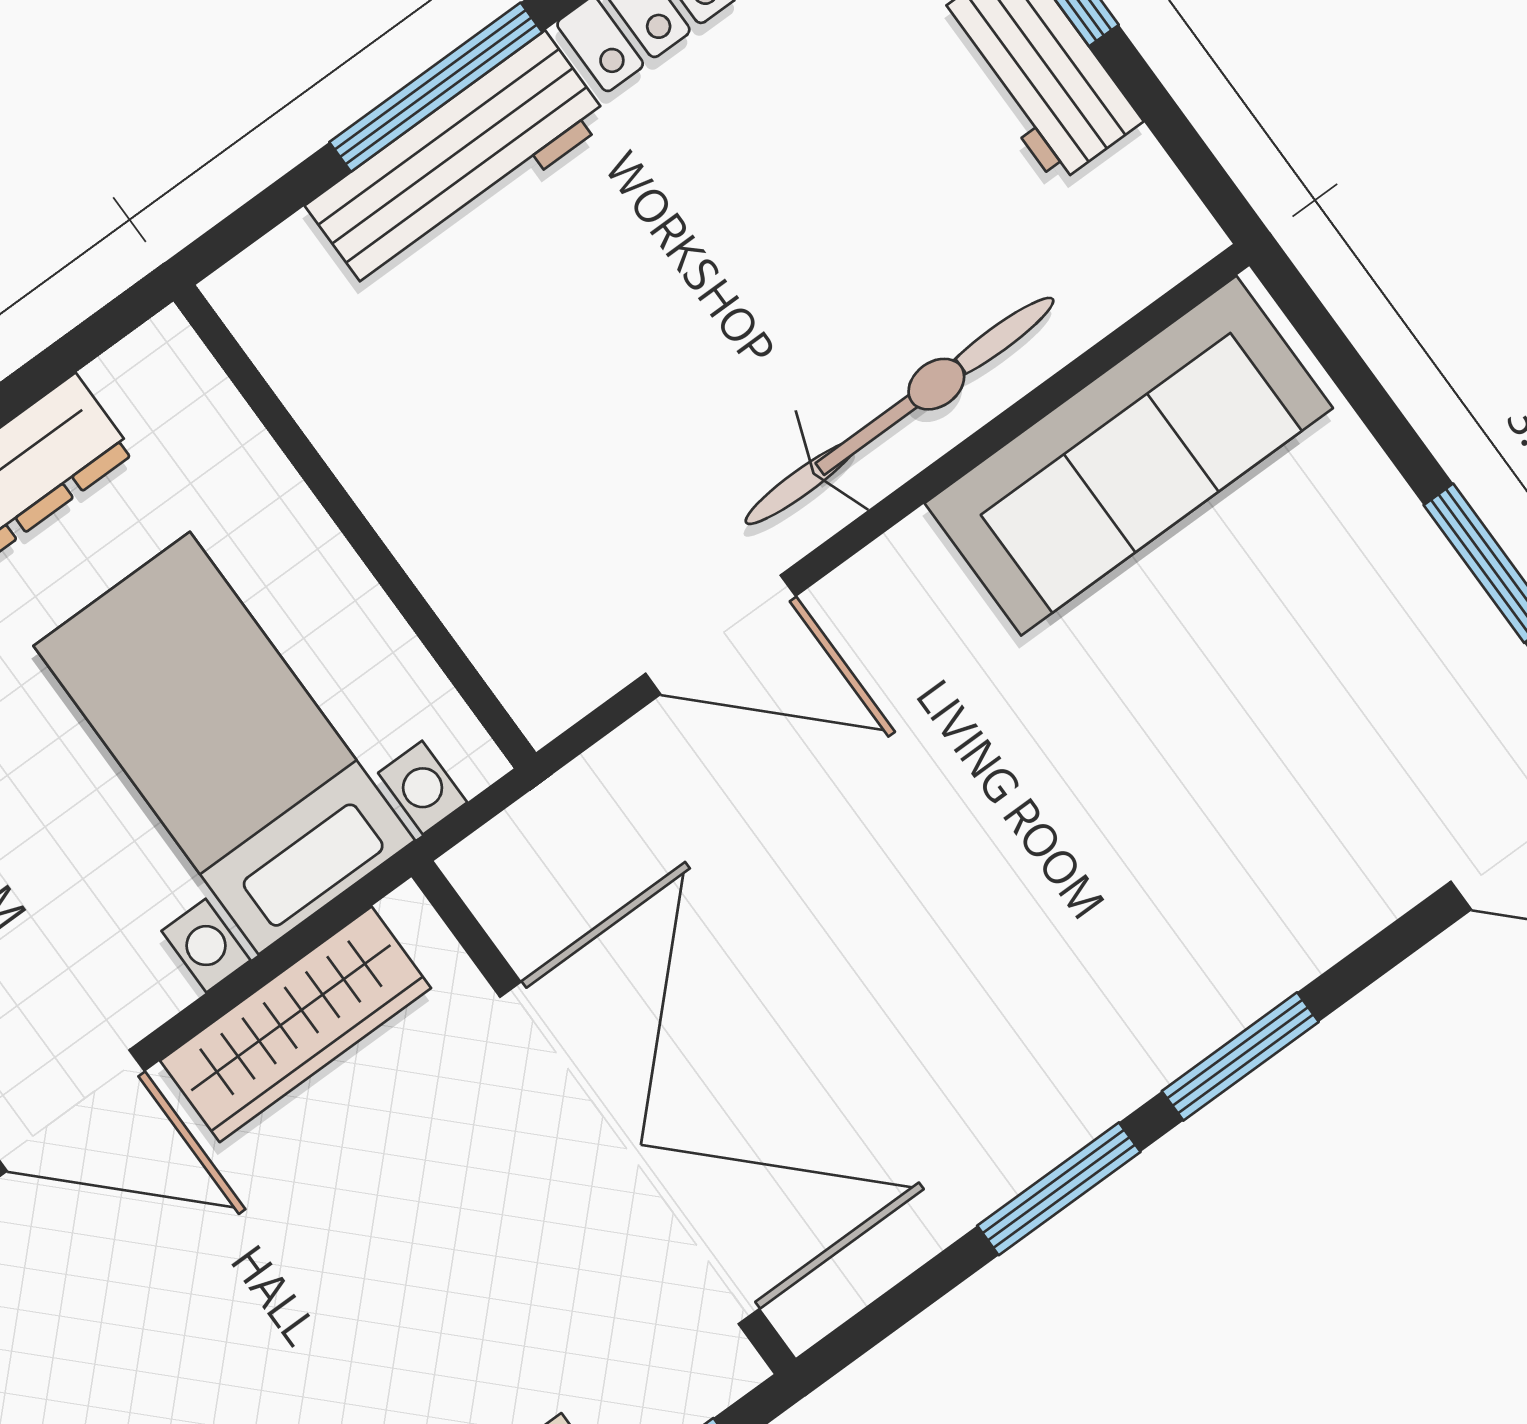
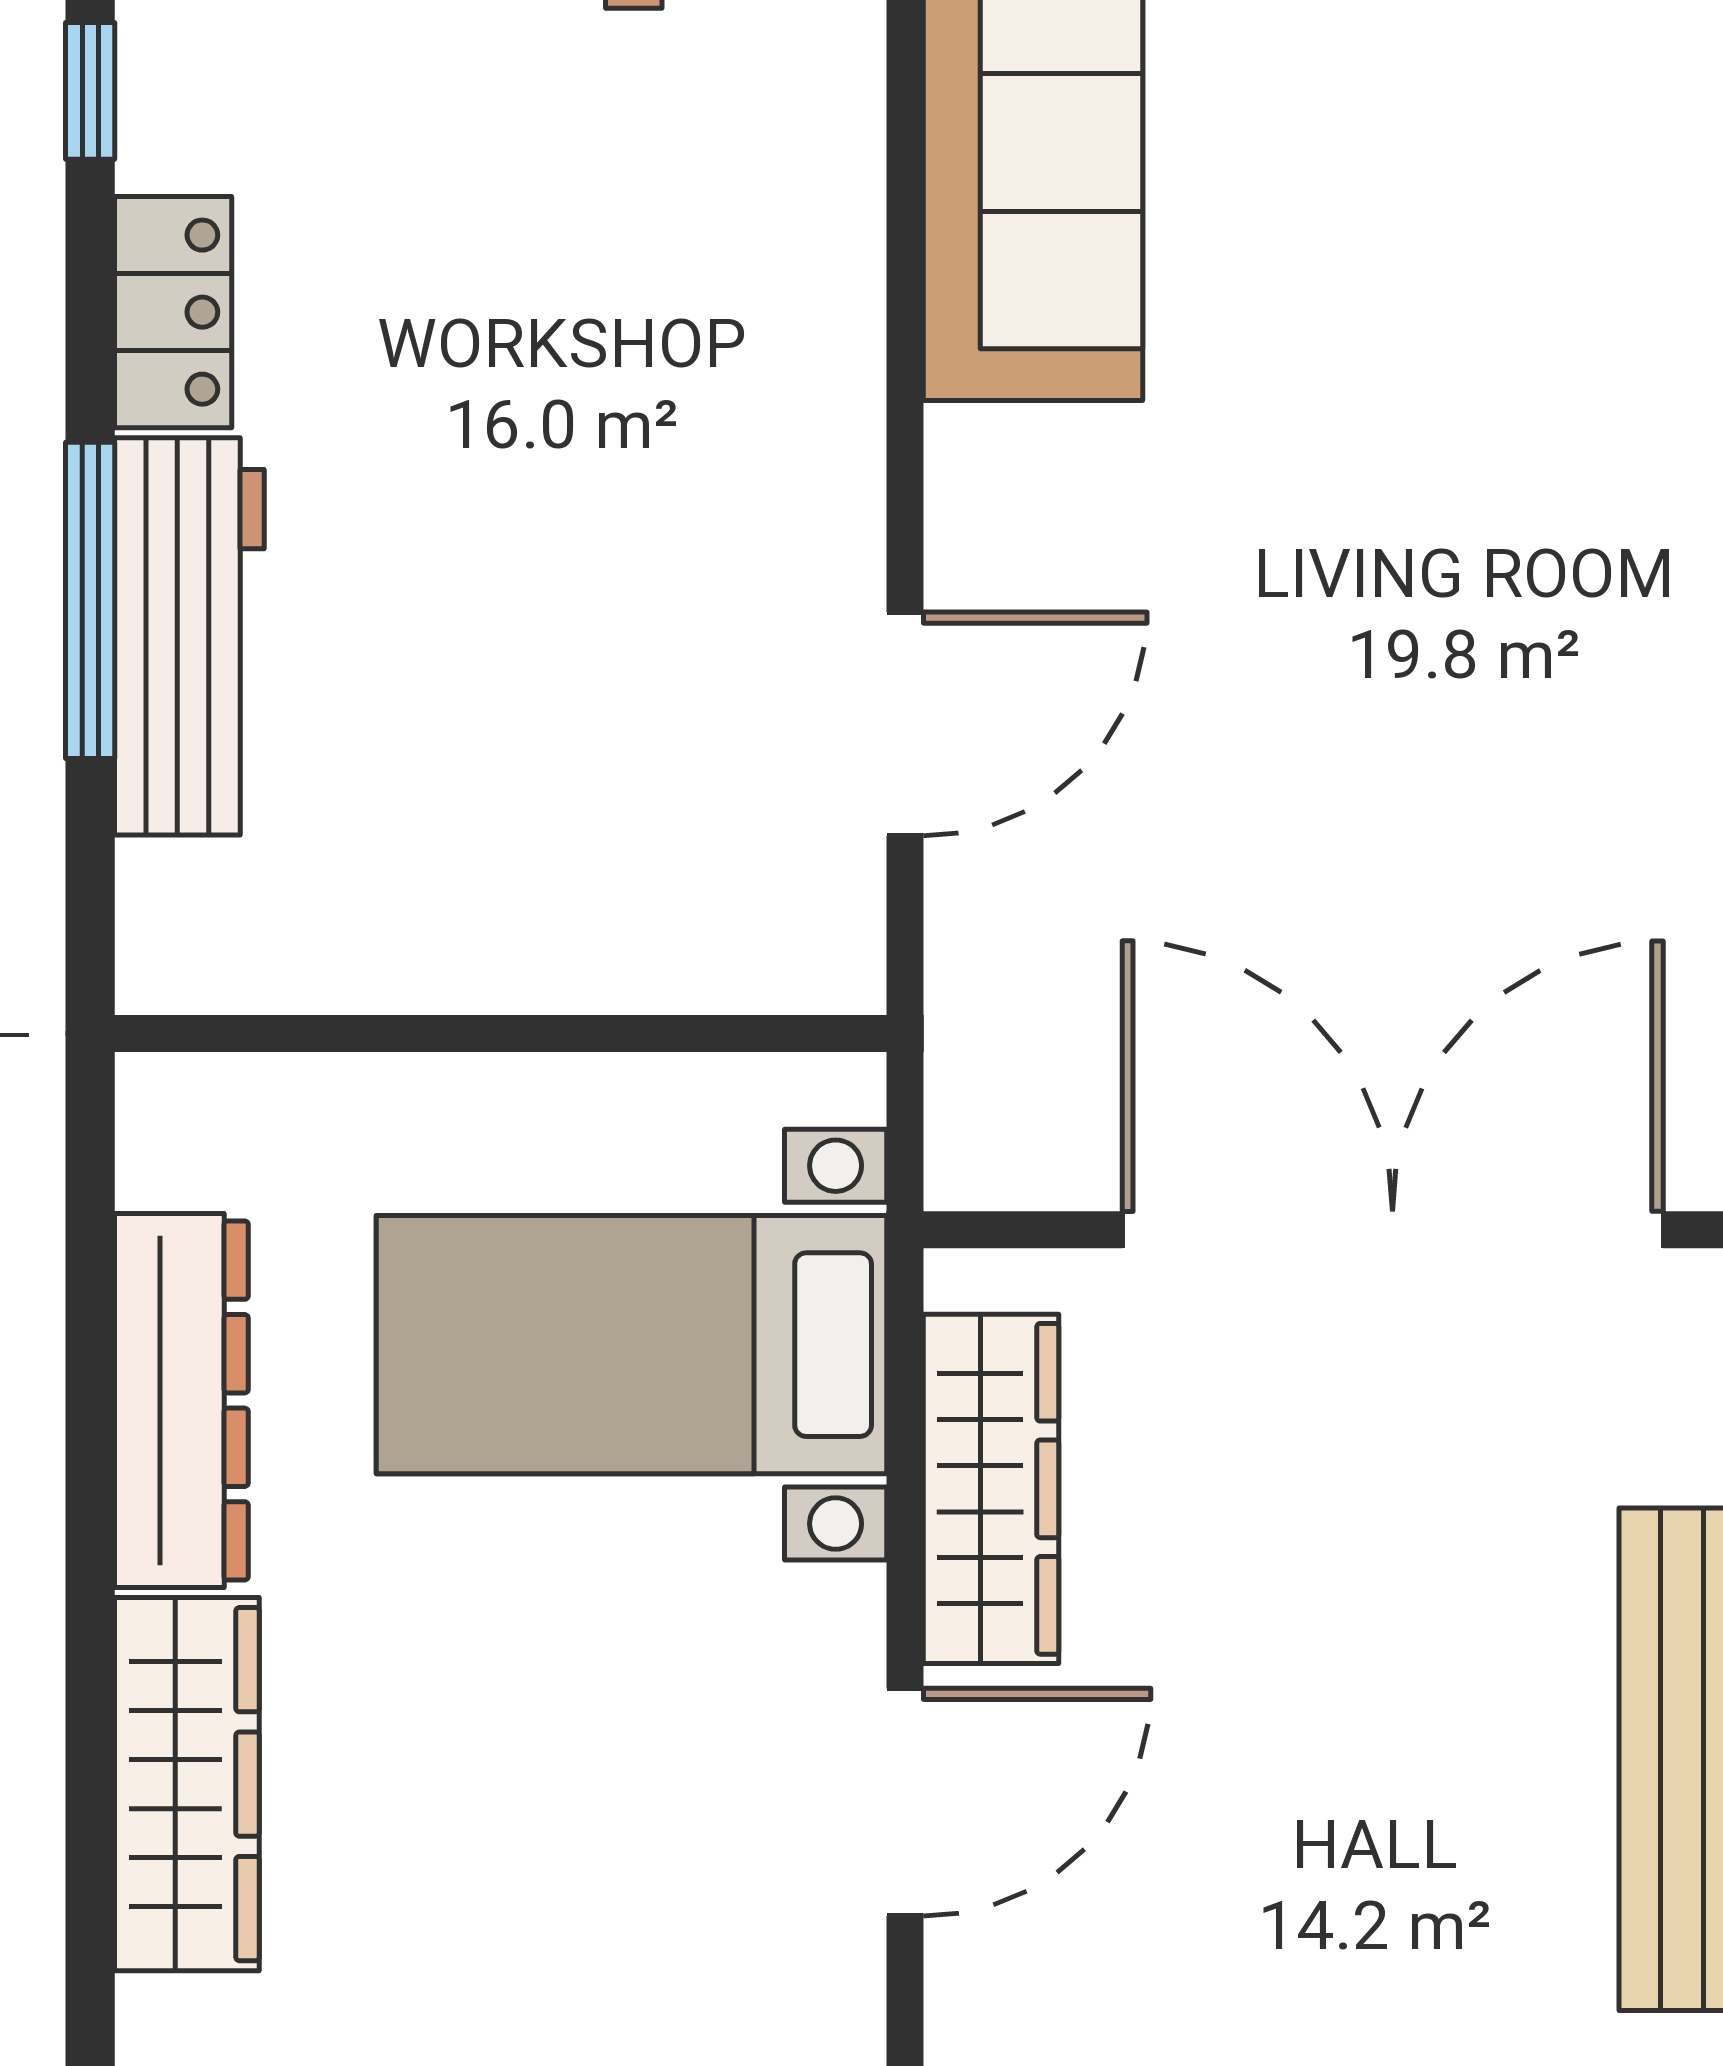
bicycle: (900, 411) -> (804, 355), removed

